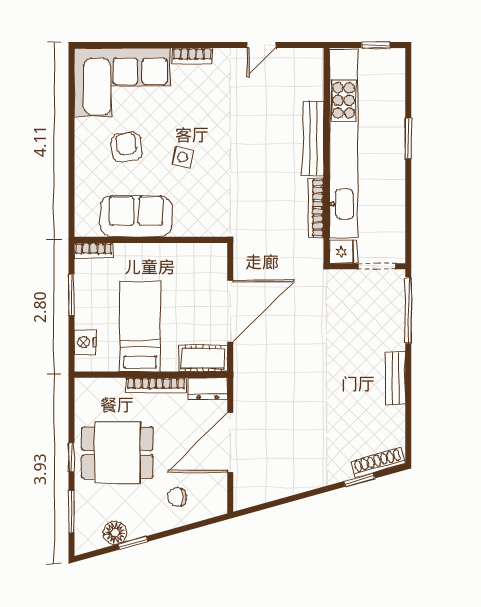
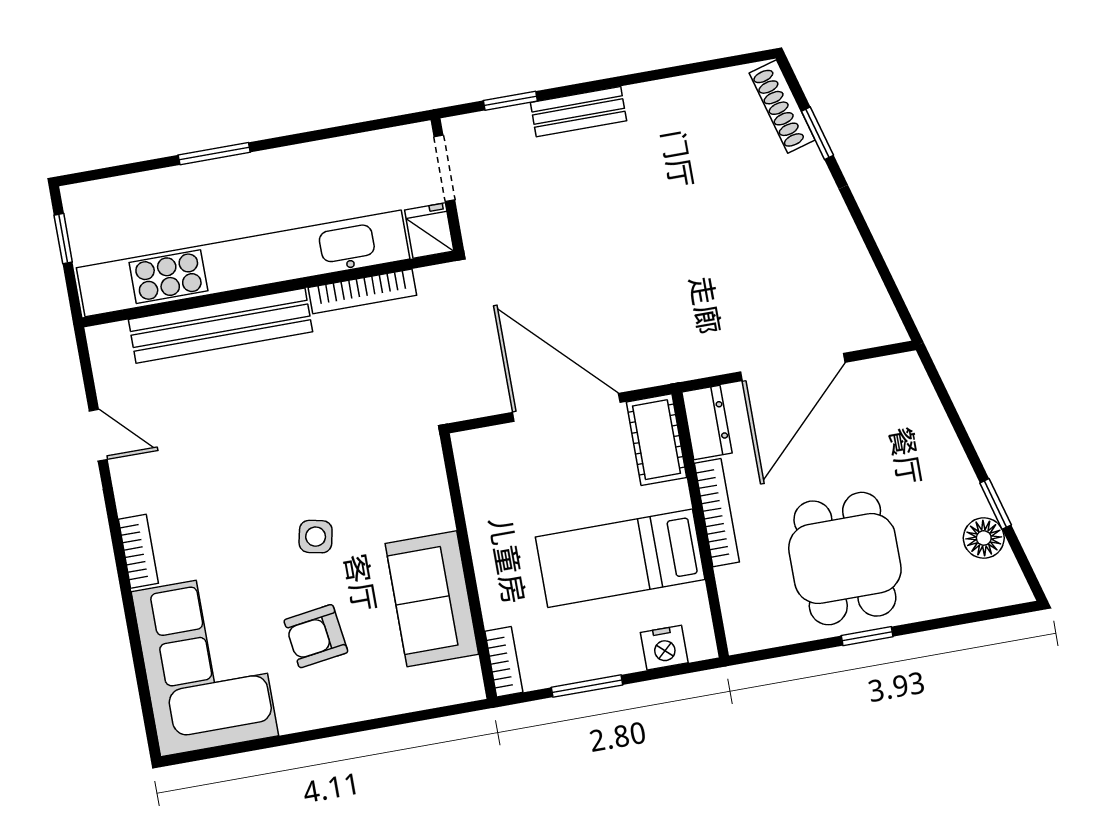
bench: (313, 138) -> (220, 326), width x1.37, depth x1.21
window: (408, 310) -> (510, 101), width x0.46
bench: (395, 378) -> (578, 112), moved
door: (230, 442) -> (793, 367), hinge flipped
chair: (177, 497) -> (903, 442), removed
window: (71, 512) -> (961, 620), removed

